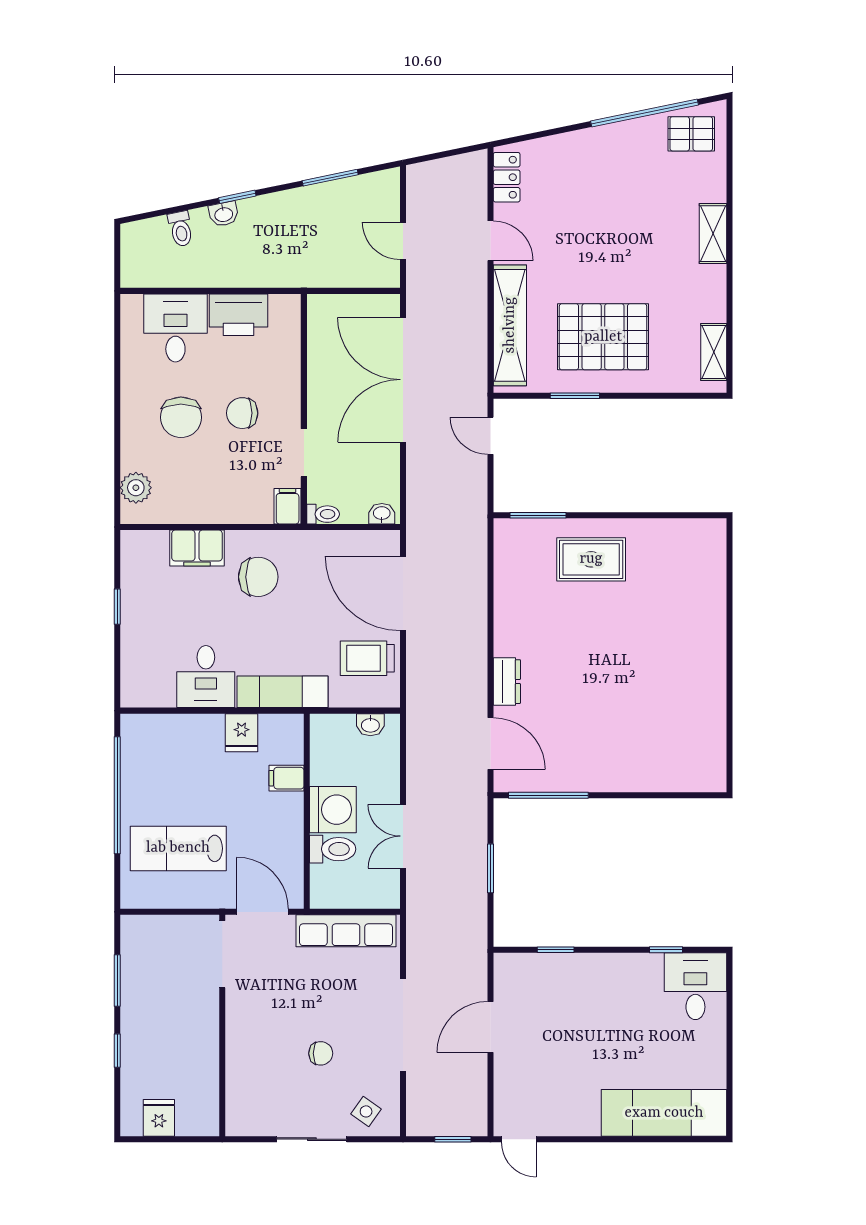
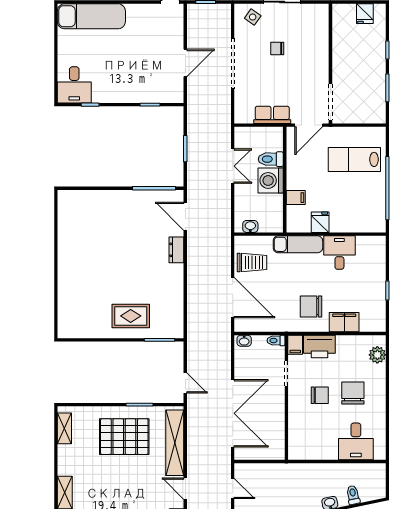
printer: (239, 315) -> (319, 346), moved, turned 180
lab bench: (178, 848) -> (354, 159), turned 180
door: (263, 912) -> (309, 125), hinge flipped
row of seats: (346, 931) -> (272, 115), width x0.68

